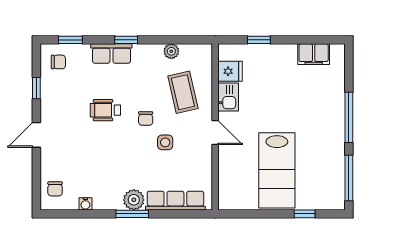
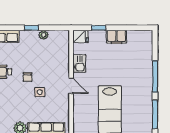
window: (126, 40) -> (31, 28), moved
filing cabinet: (314, 54) -> (116, 37), moved
fridge: (230, 71) -> (80, 36), moved
coffee table: (183, 92) -> (51, 61), removed

